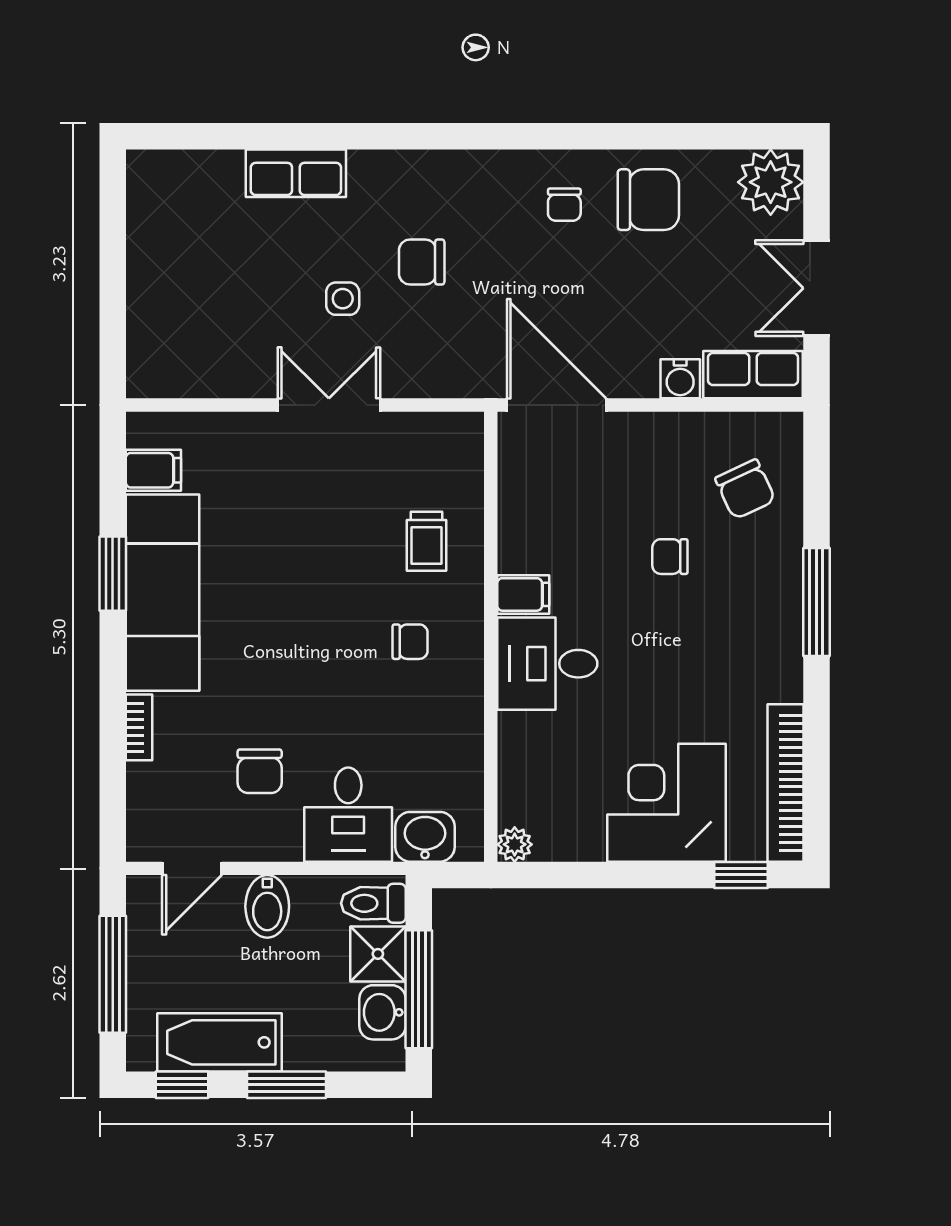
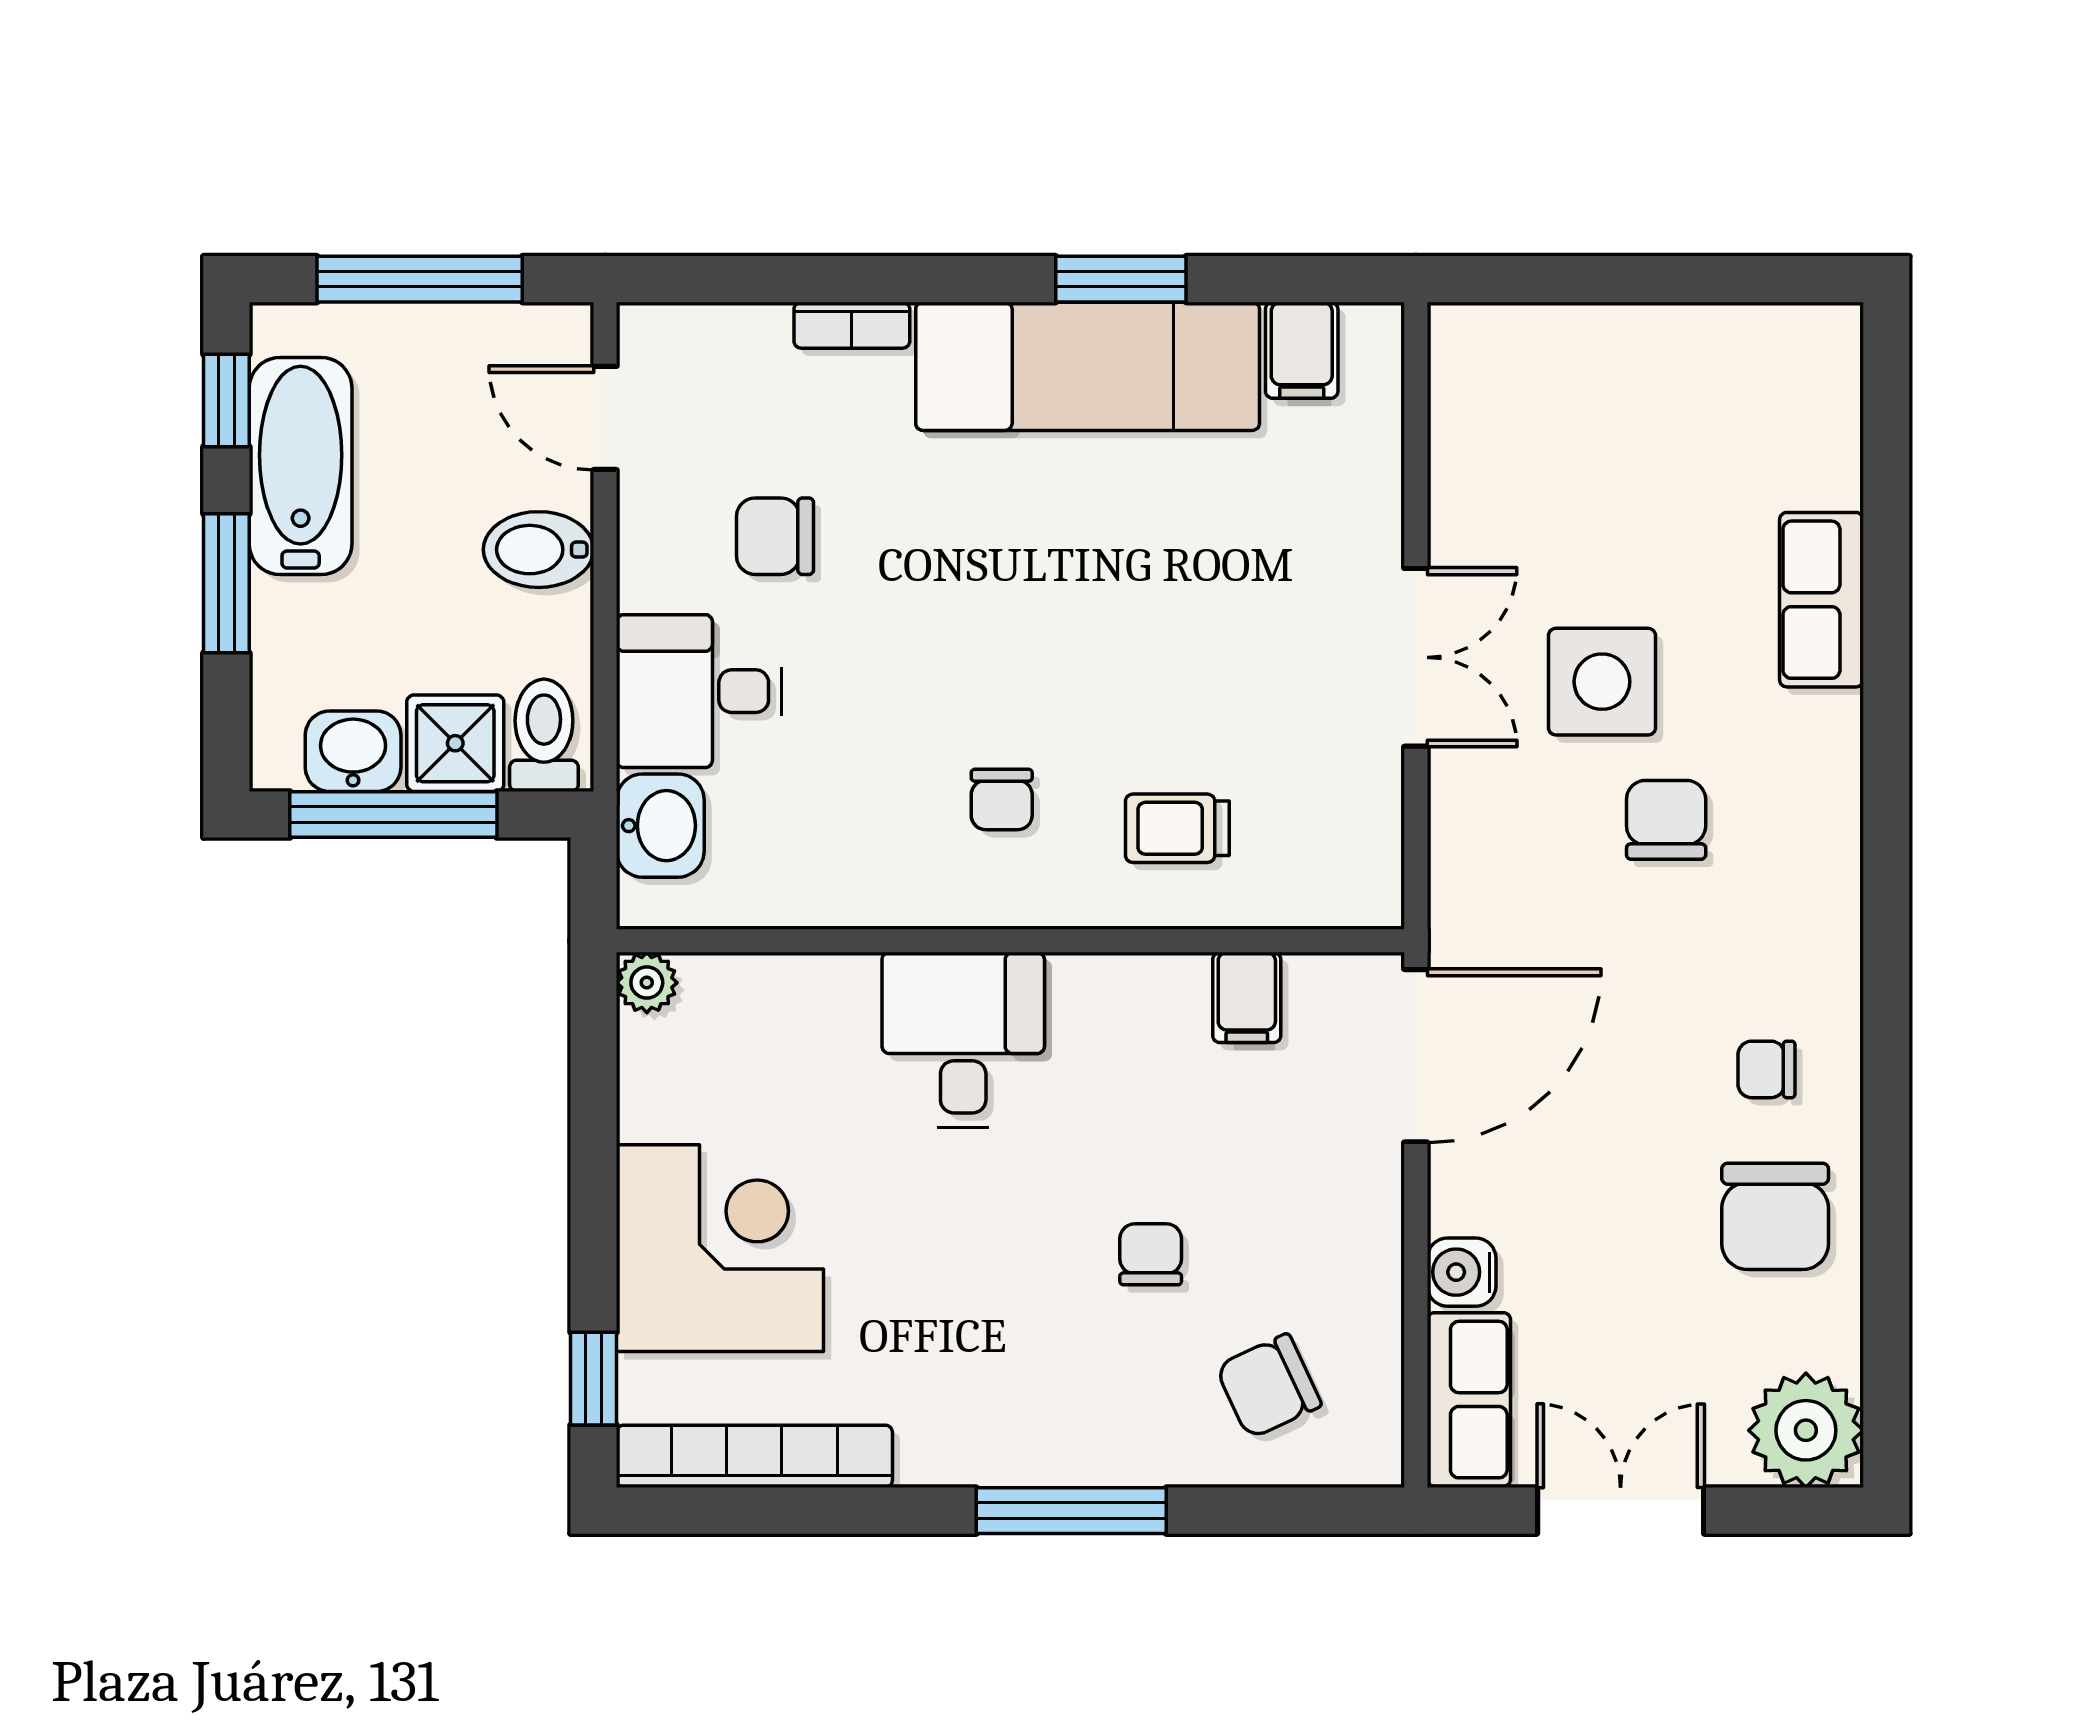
side table: (343, 299) -> (1602, 682), width x1.87, depth x1.87
filing cabinet: (523, 594) -> (1247, 997), moved

